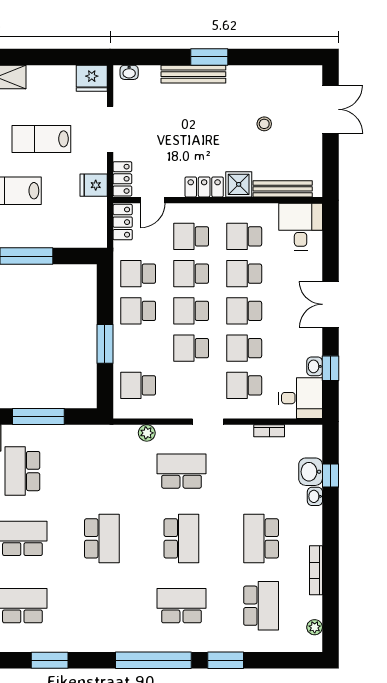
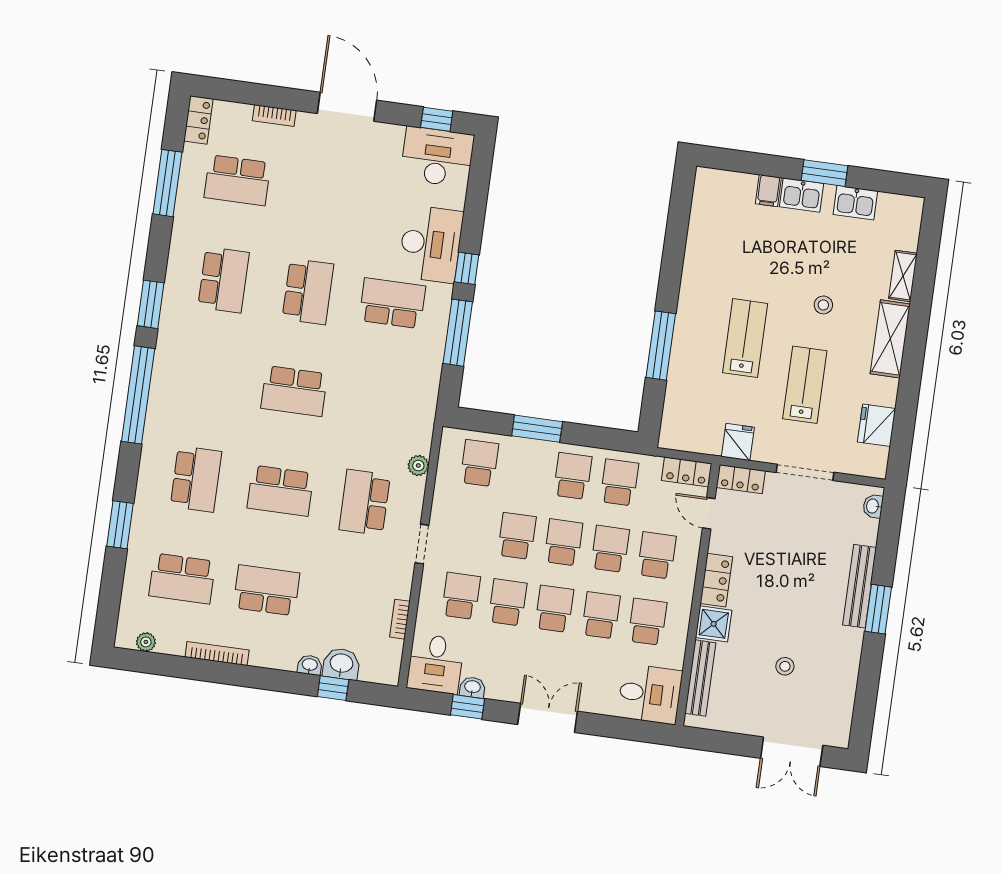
fridge: (92, 78) -> (877, 425), moved
school desk: (181, 471) -> (365, 502), turned 180
window: (153, 660) -> (138, 395), moved

